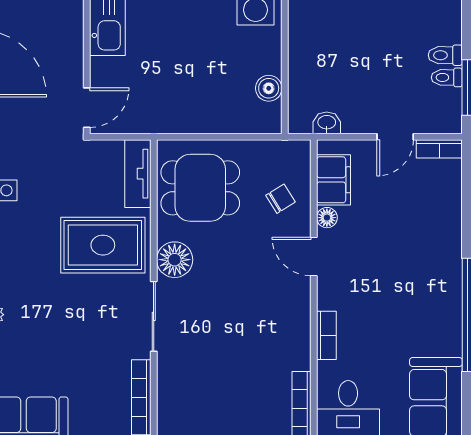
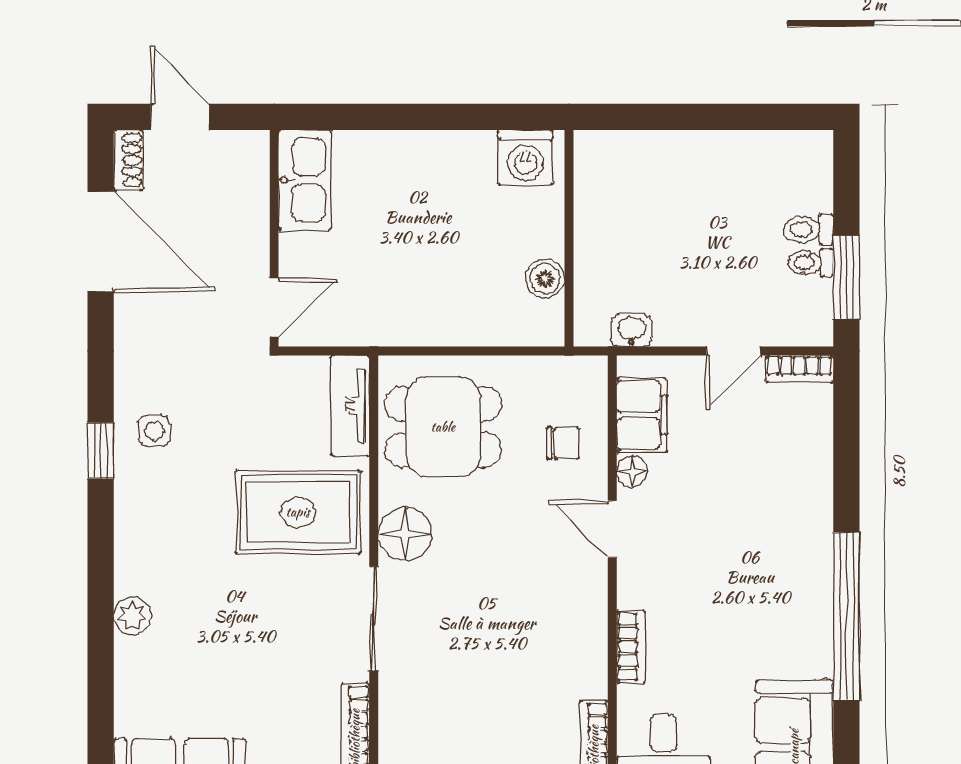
chair: (280, 199) -> (563, 443), turned 32

